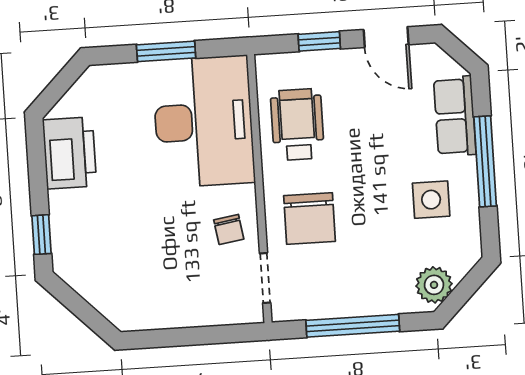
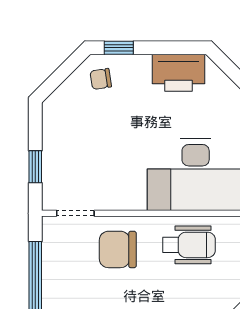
chair: (229, 229) -> (101, 79), moved
window: (207, 335) -> (35, 167), added

